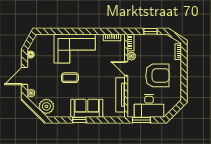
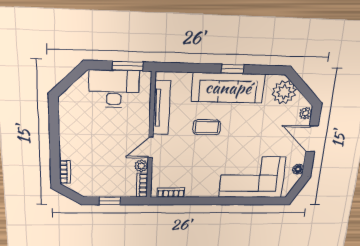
corner sofa: (75, 49) -> (252, 177), moved
door: (126, 69) -> (150, 147), swing flipped
armchair: (157, 75) -> (99, 137), removed
door: (24, 76) -> (312, 139), swing flipped
coffee table: (70, 78) -> (207, 127), moved
sofa: (87, 108) -> (228, 88), width x1.36

